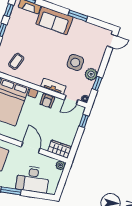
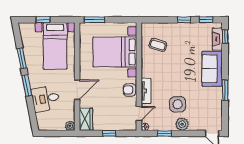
plant: (91, 74) -> (182, 124), moved
door: (71, 100) -> (139, 113), swing flipped
window: (84, 121) -> (109, 133), moved
desk: (33, 179) -> (45, 99), width x0.73

